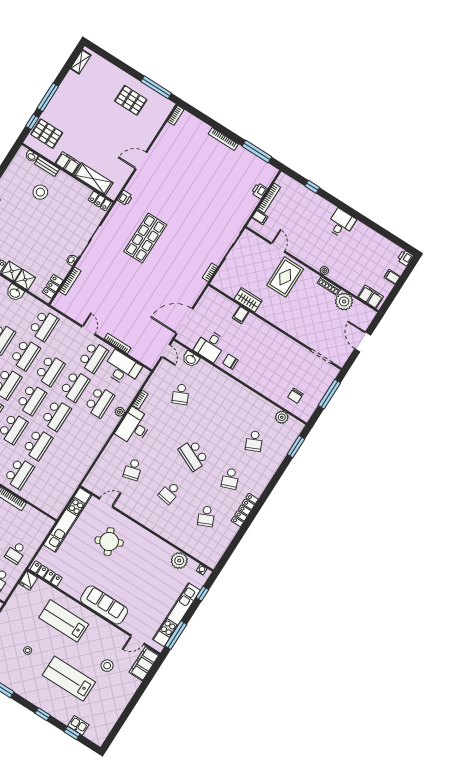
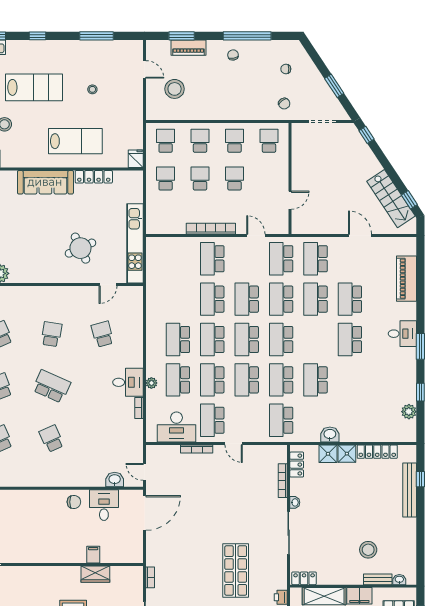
school desk: (181, 394) -> (52, 439), moved
desk: (134, 427) -> (128, 382), width x0.73
school desk: (81, 431) -> (178, 340), added
locker: (46, 574) -> (94, 177), moved

